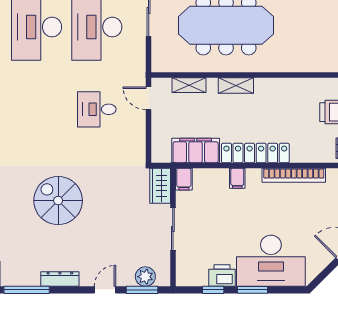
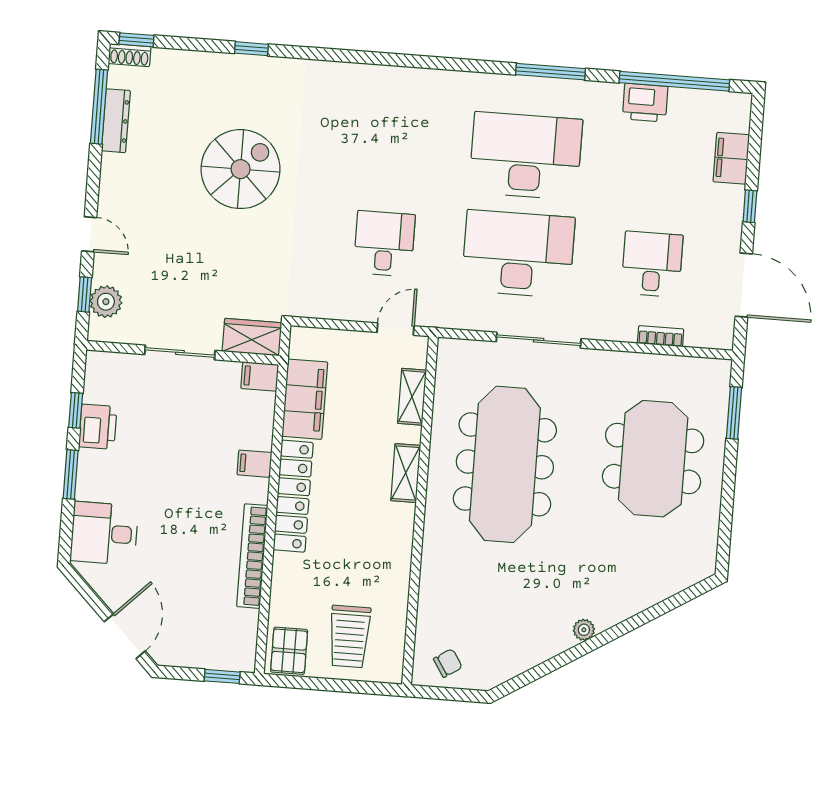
desk: (271, 261) -> (104, 533), width x0.53, depth x0.77
dresser: (60, 279) -> (116, 121), moved
window: (142, 290) -> (85, 294), width x0.67

